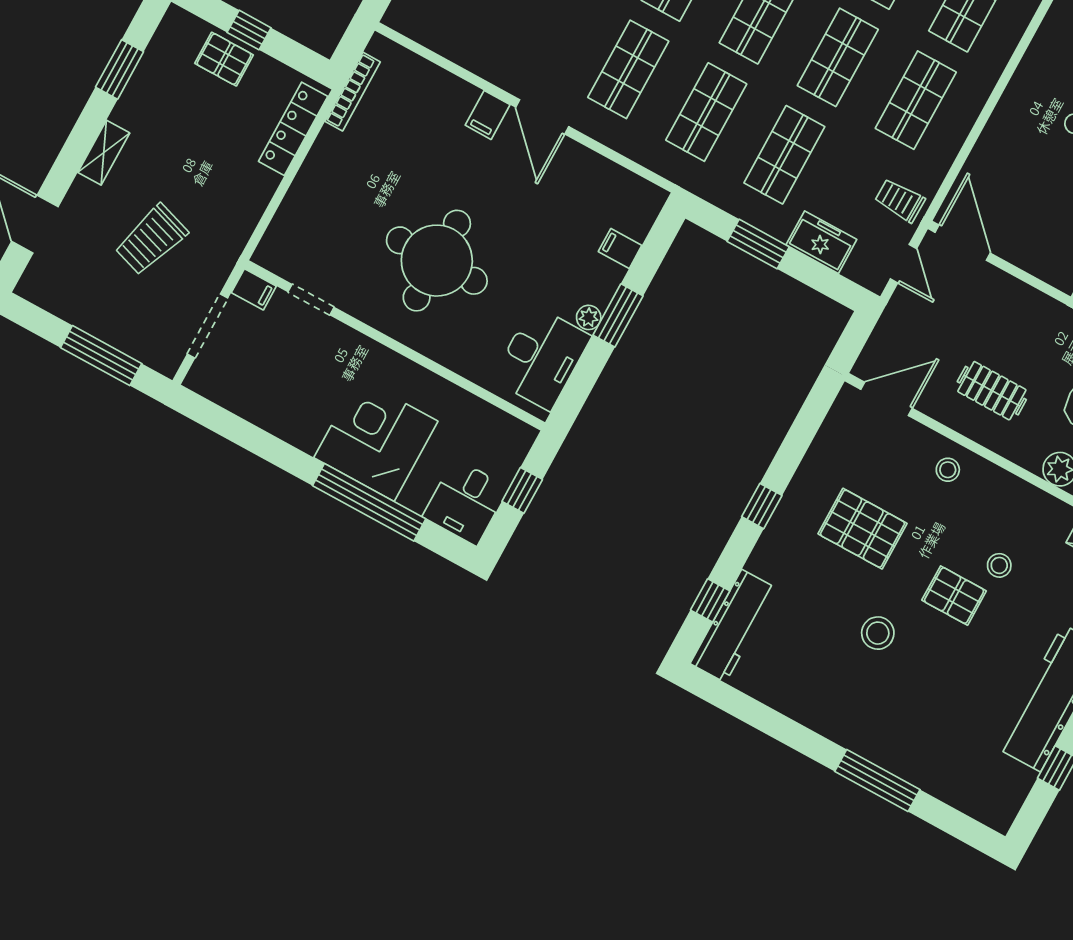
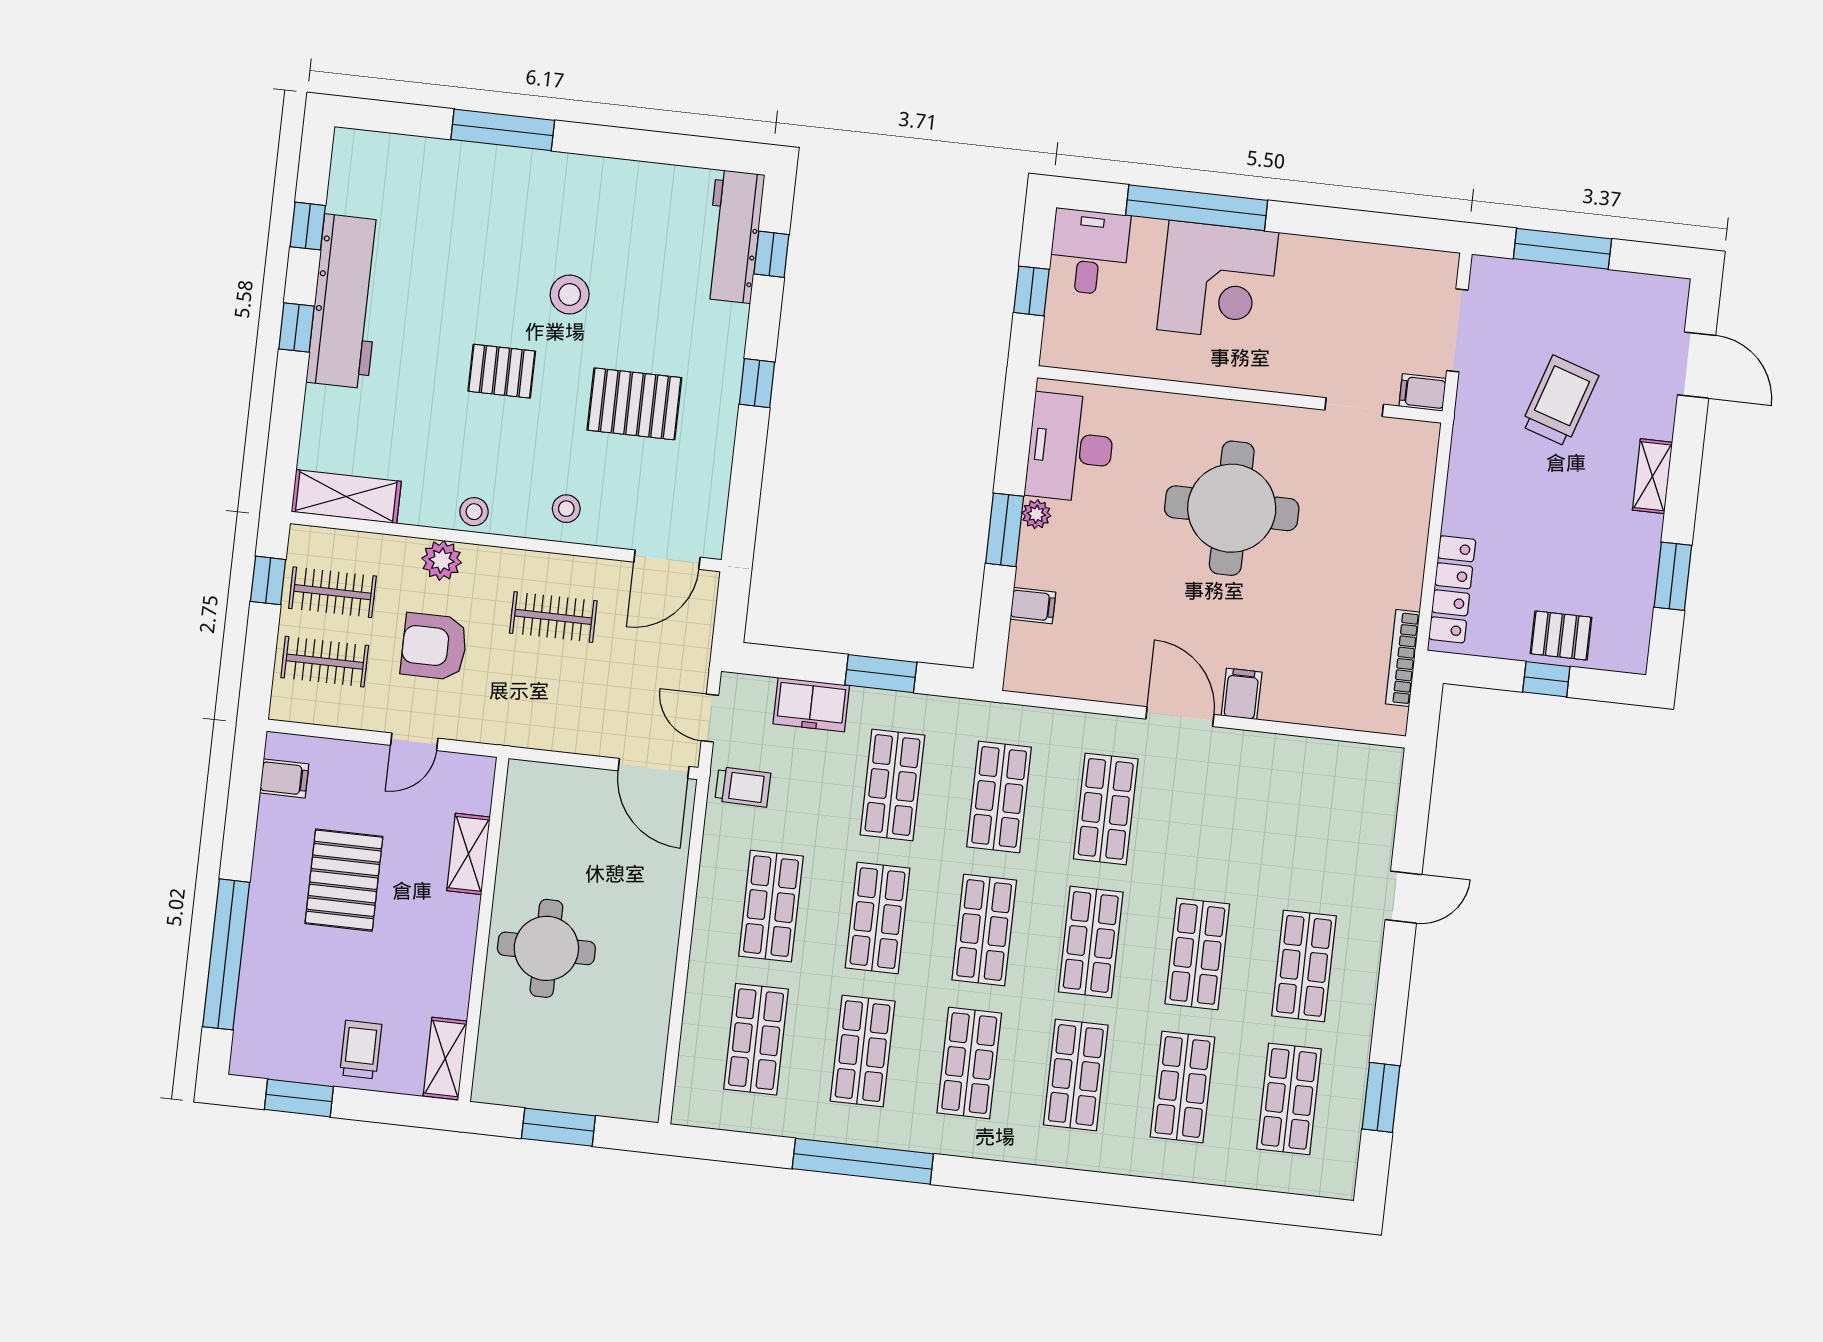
stool: (999, 565) -> (474, 512), moved

